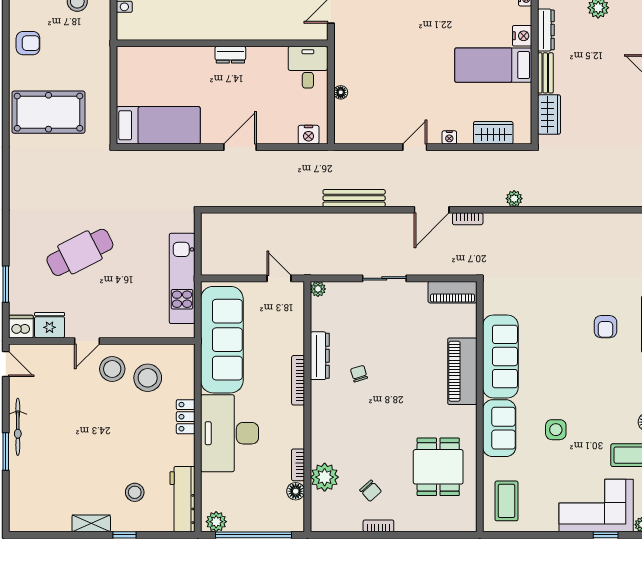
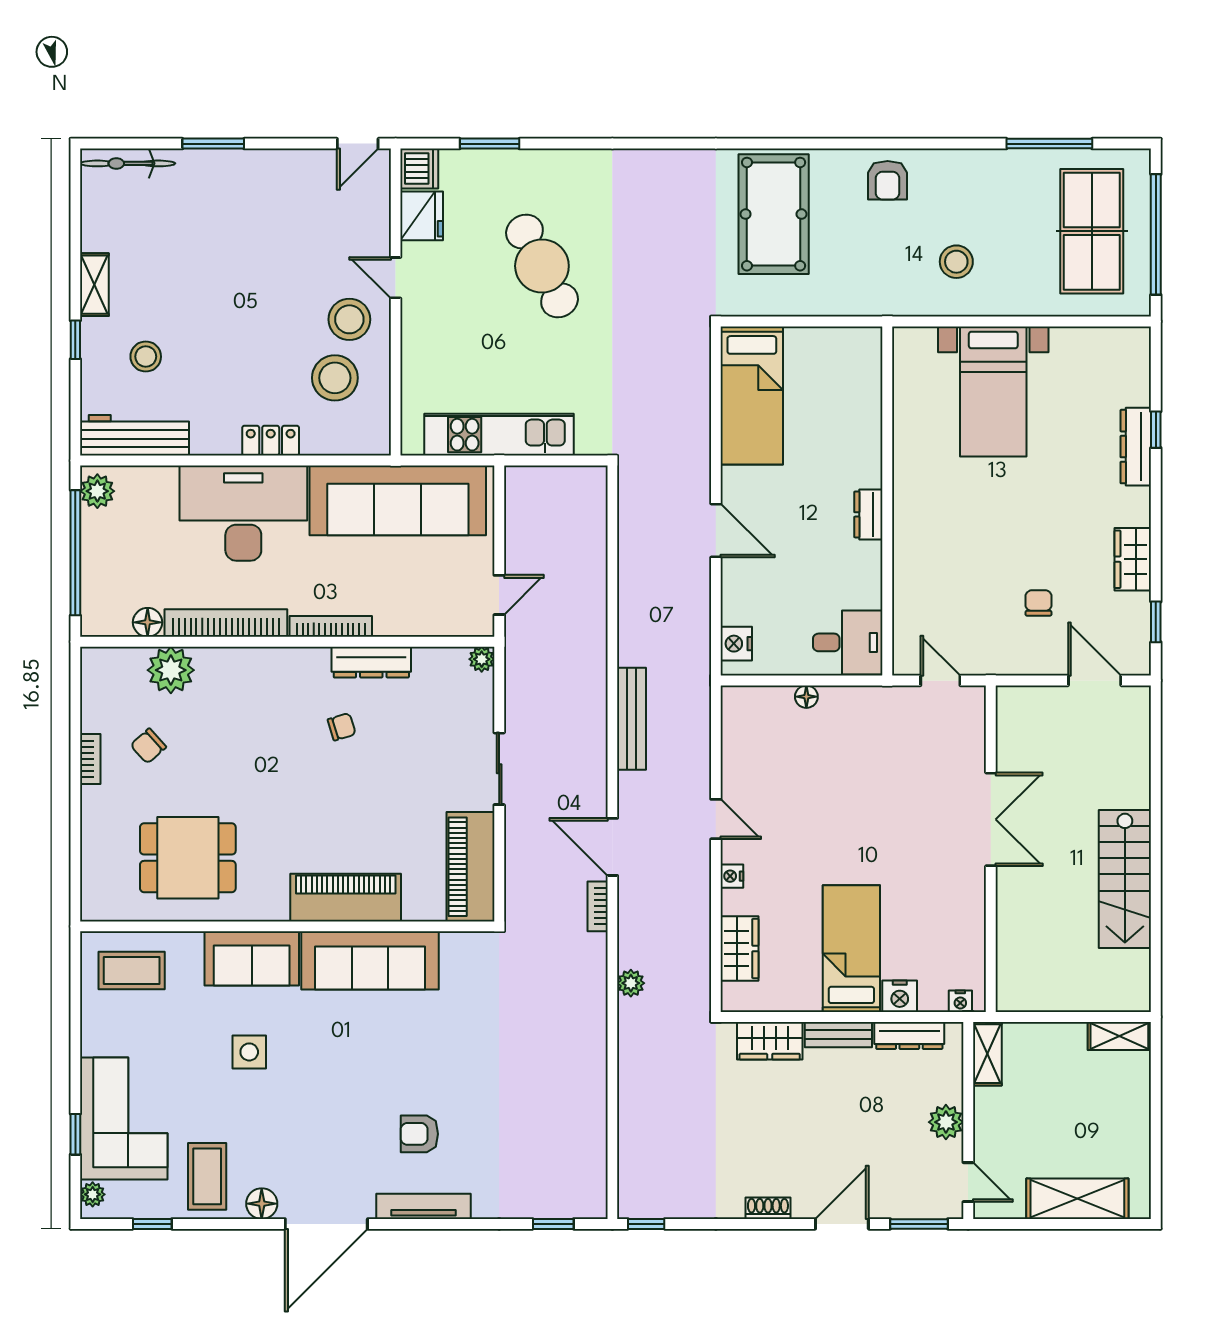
piano: (453, 292) -> (470, 867), width x1.37, depth x1.33
bicycle: (18, 427) -> (128, 163), moved
bookcase: (298, 465) -> (226, 623), width x2.31, depth x1.31

